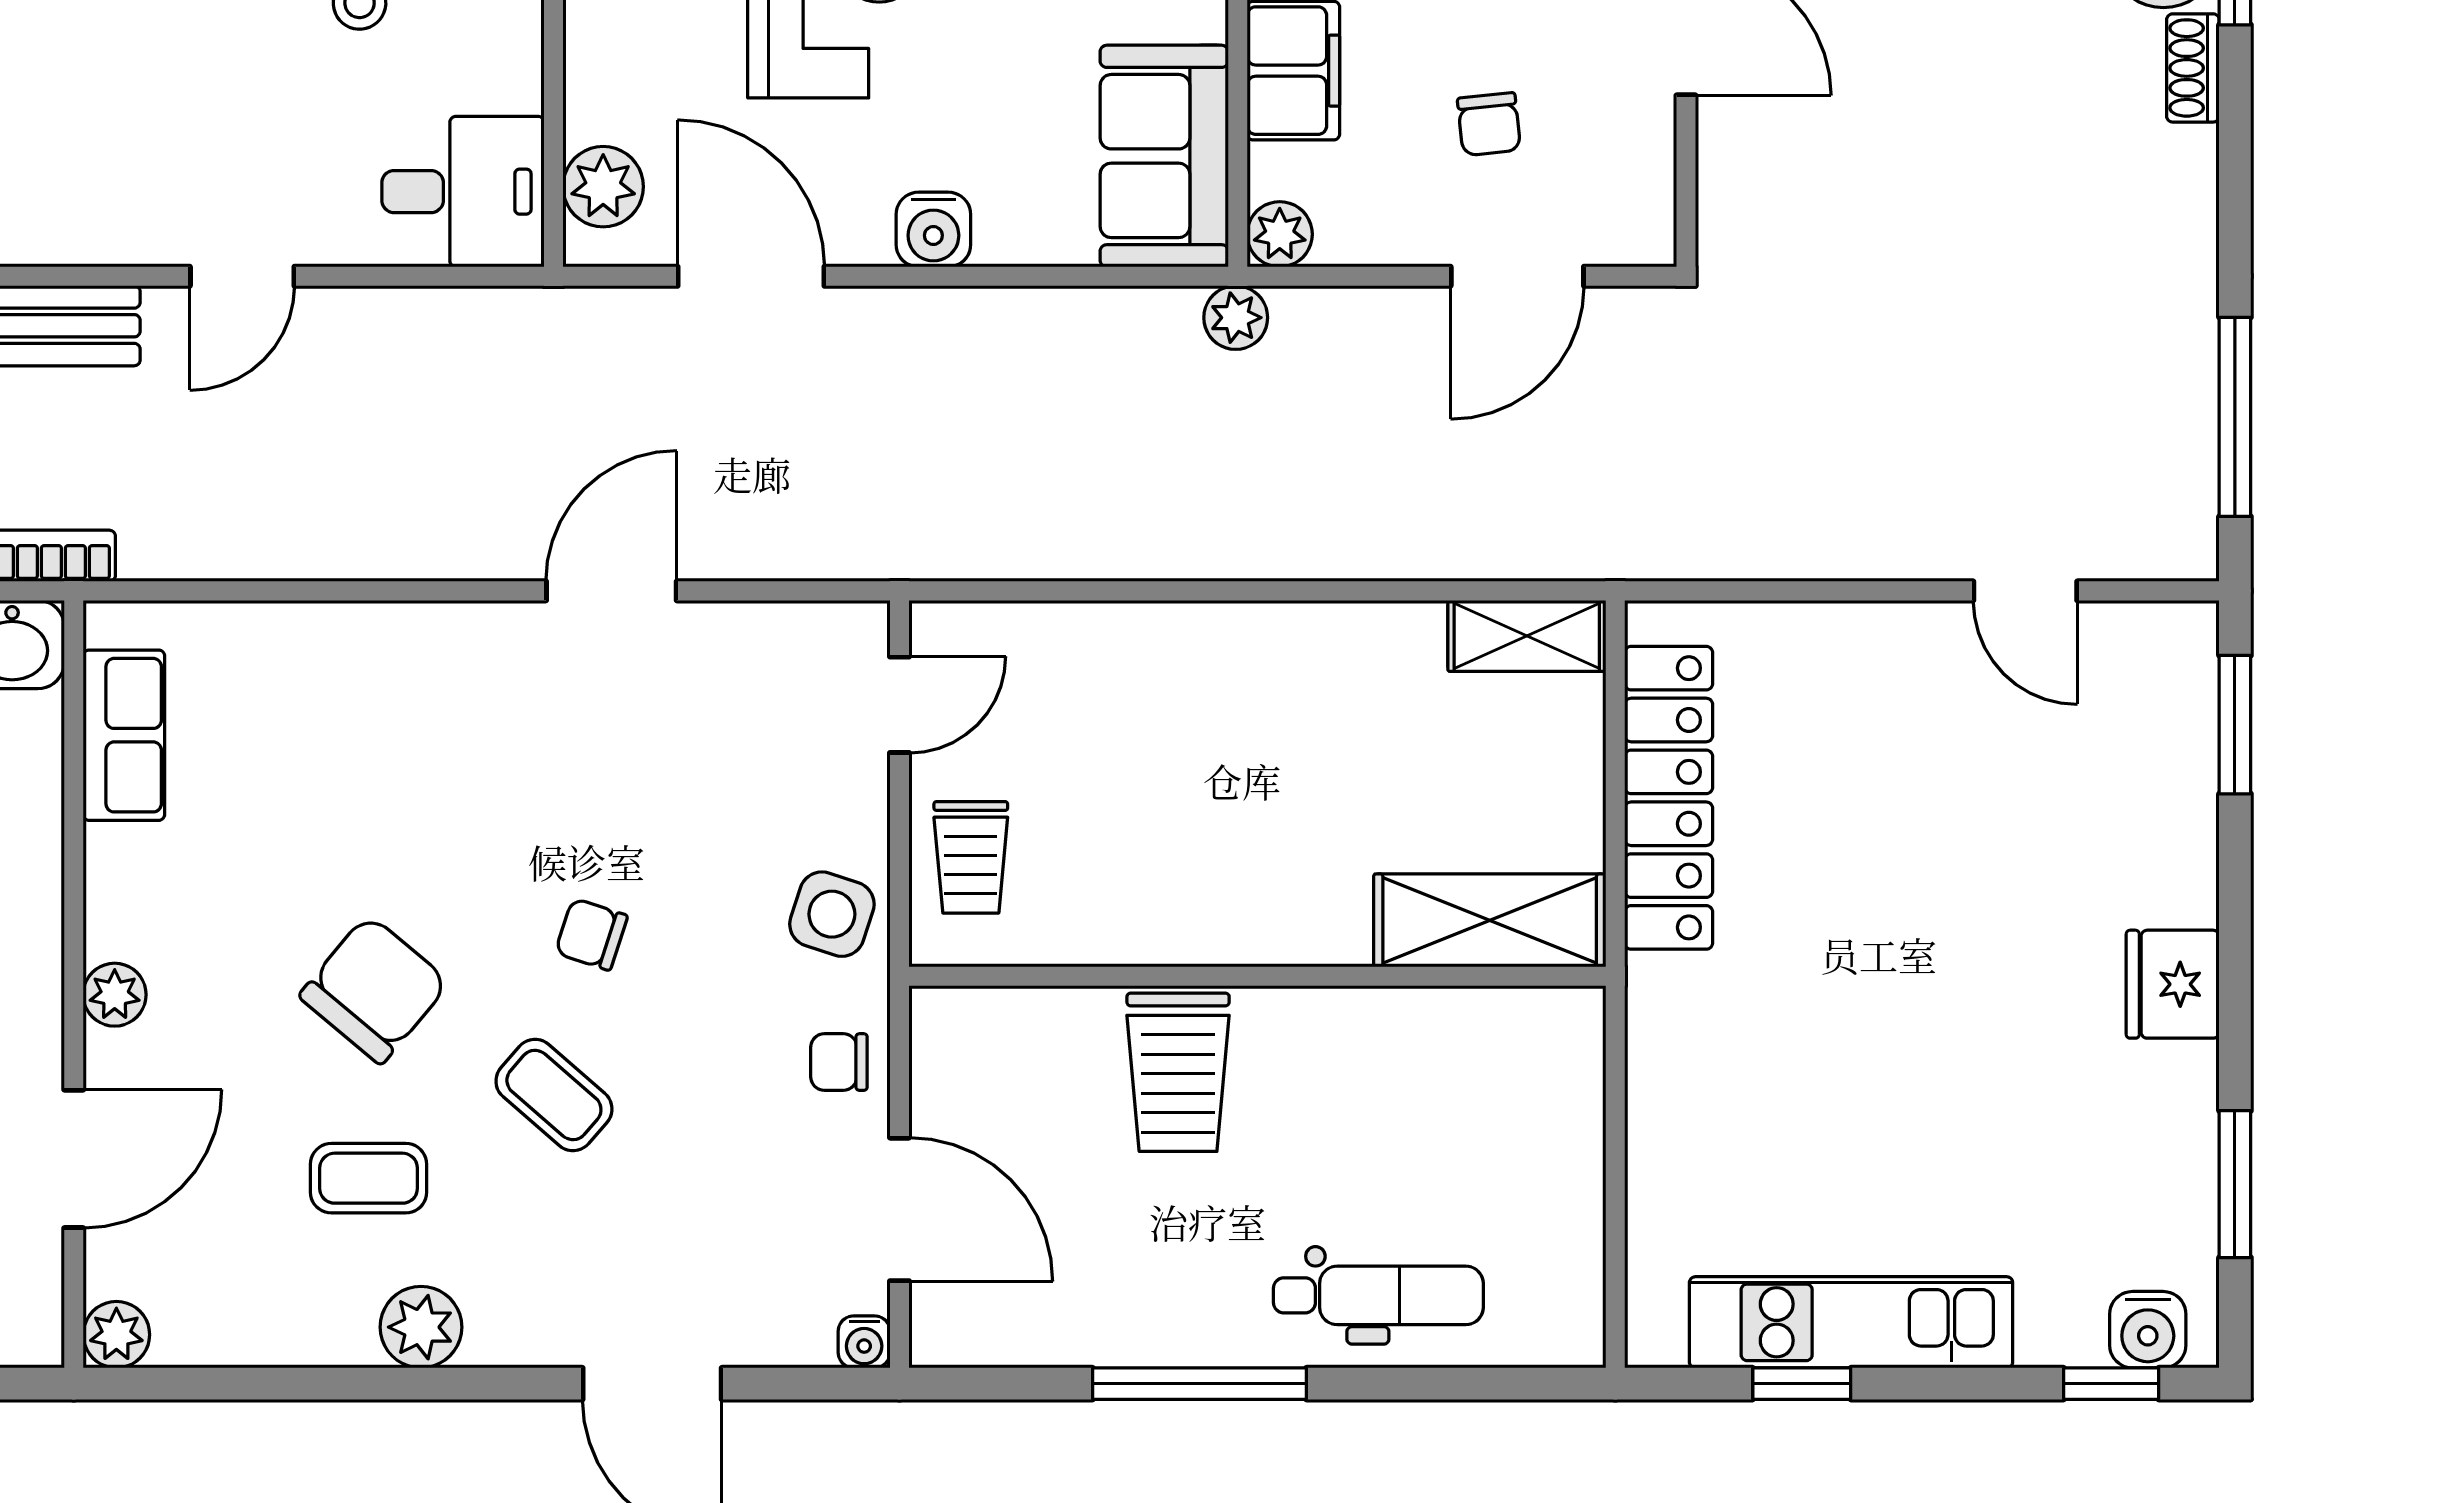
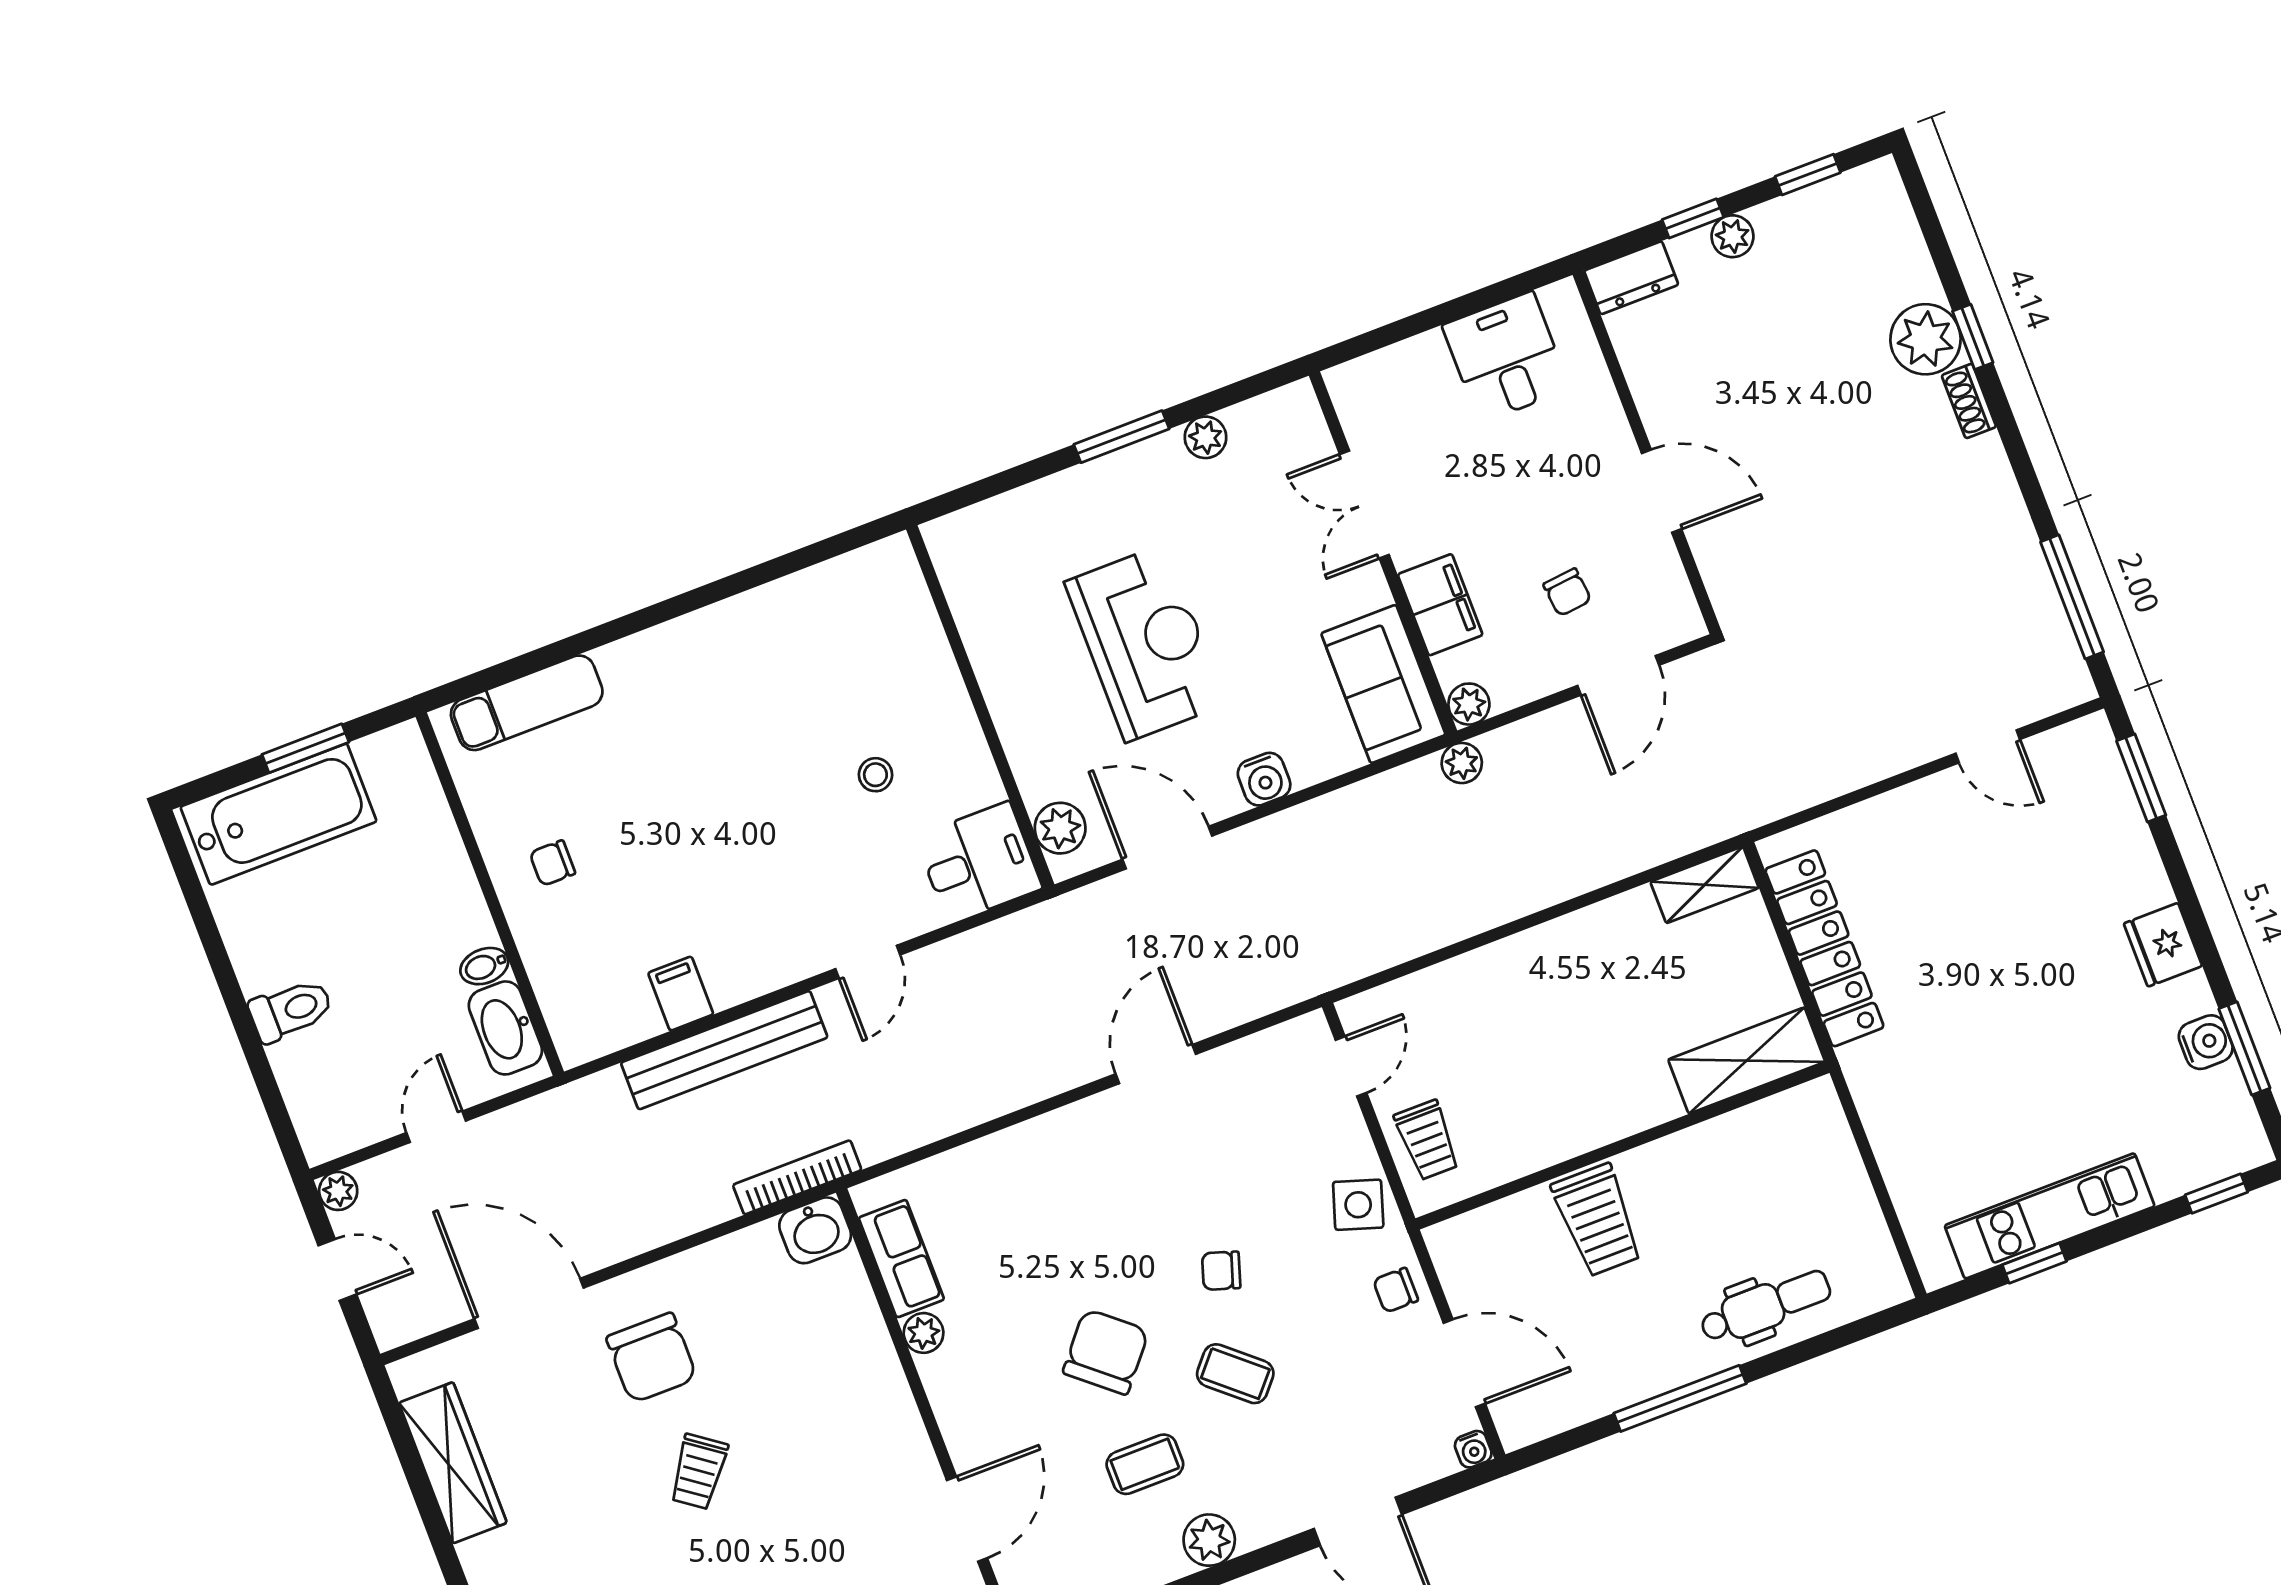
plant: (115, 995) -> (924, 1333), moved
water cooler: (2148, 1330) -> (2206, 1042), moved, turned -90

